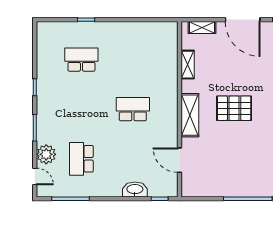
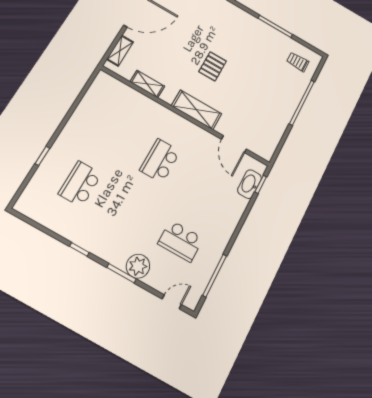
pallet: (234, 108) -> (213, 66), width x0.67, depth x0.71
plant: (46, 154) -> (138, 266), moved
door: (179, 160) -> (234, 144), hinge flipped
washbasin: (135, 190) -> (249, 184), moved

